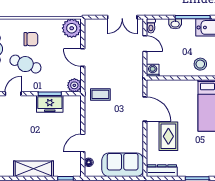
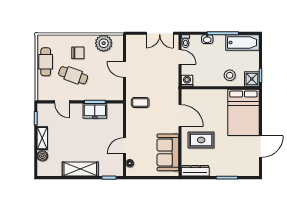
plant: (72, 28) -> (104, 43), moved
plant: (74, 85) -> (117, 94), removed
door: (13, 94) -> (62, 102), swing flipped
rug: (168, 136) -> (201, 140), turned 90
sofa: (123, 165) -> (168, 152), moved, turned -90

